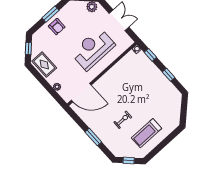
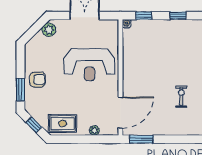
window: (50, 14) -> (20, 90), moved
reception desk: (93, 49) -> (89, 65), turned -90
window: (93, 137) -> (141, 139), moved

